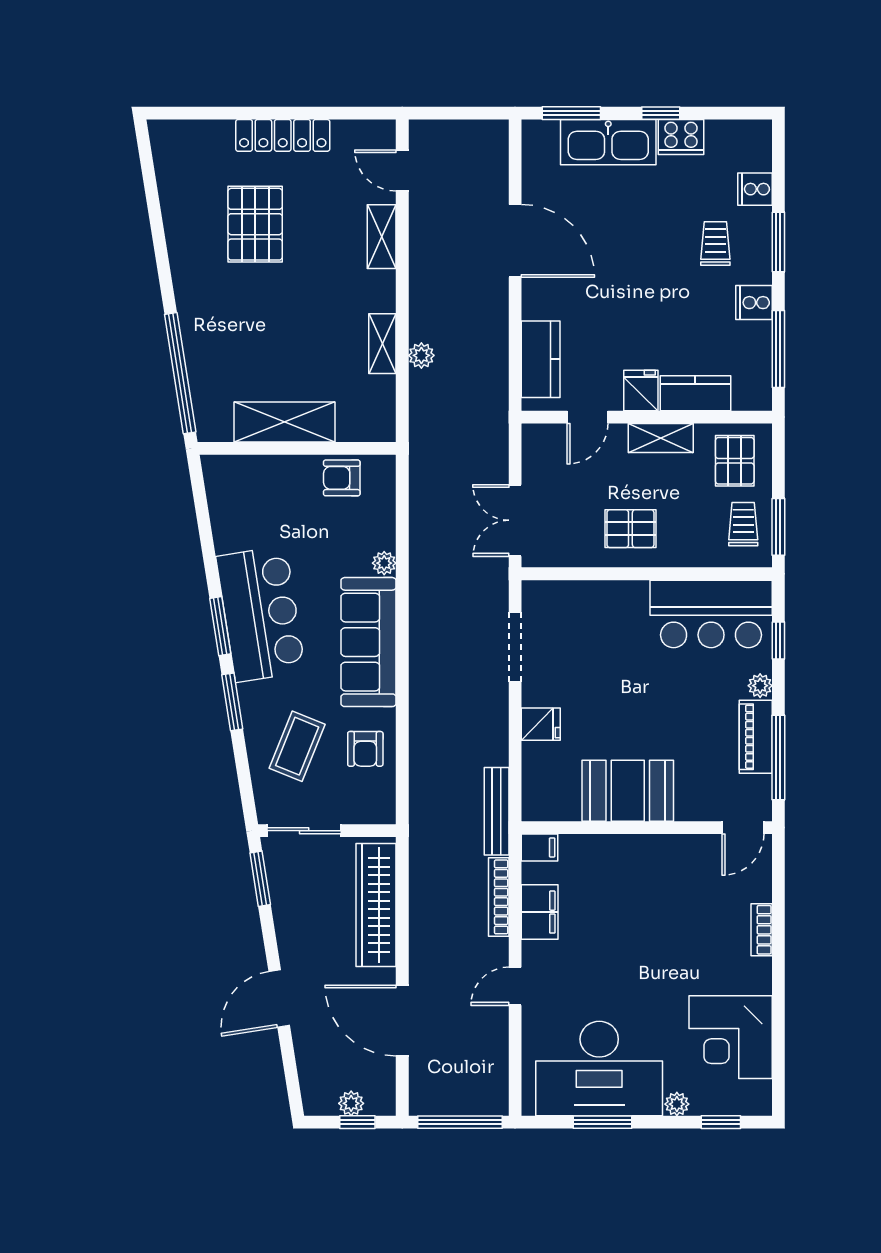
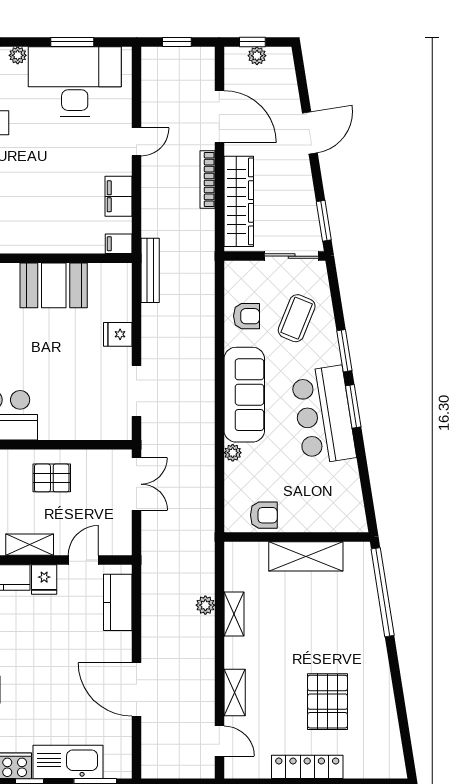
armchair: (365, 749) -> (247, 316), turned 90
bookcase: (499, 897) -> (207, 180), moved, turned 180
window: (460, 1122) -> (177, 42), width x0.46

